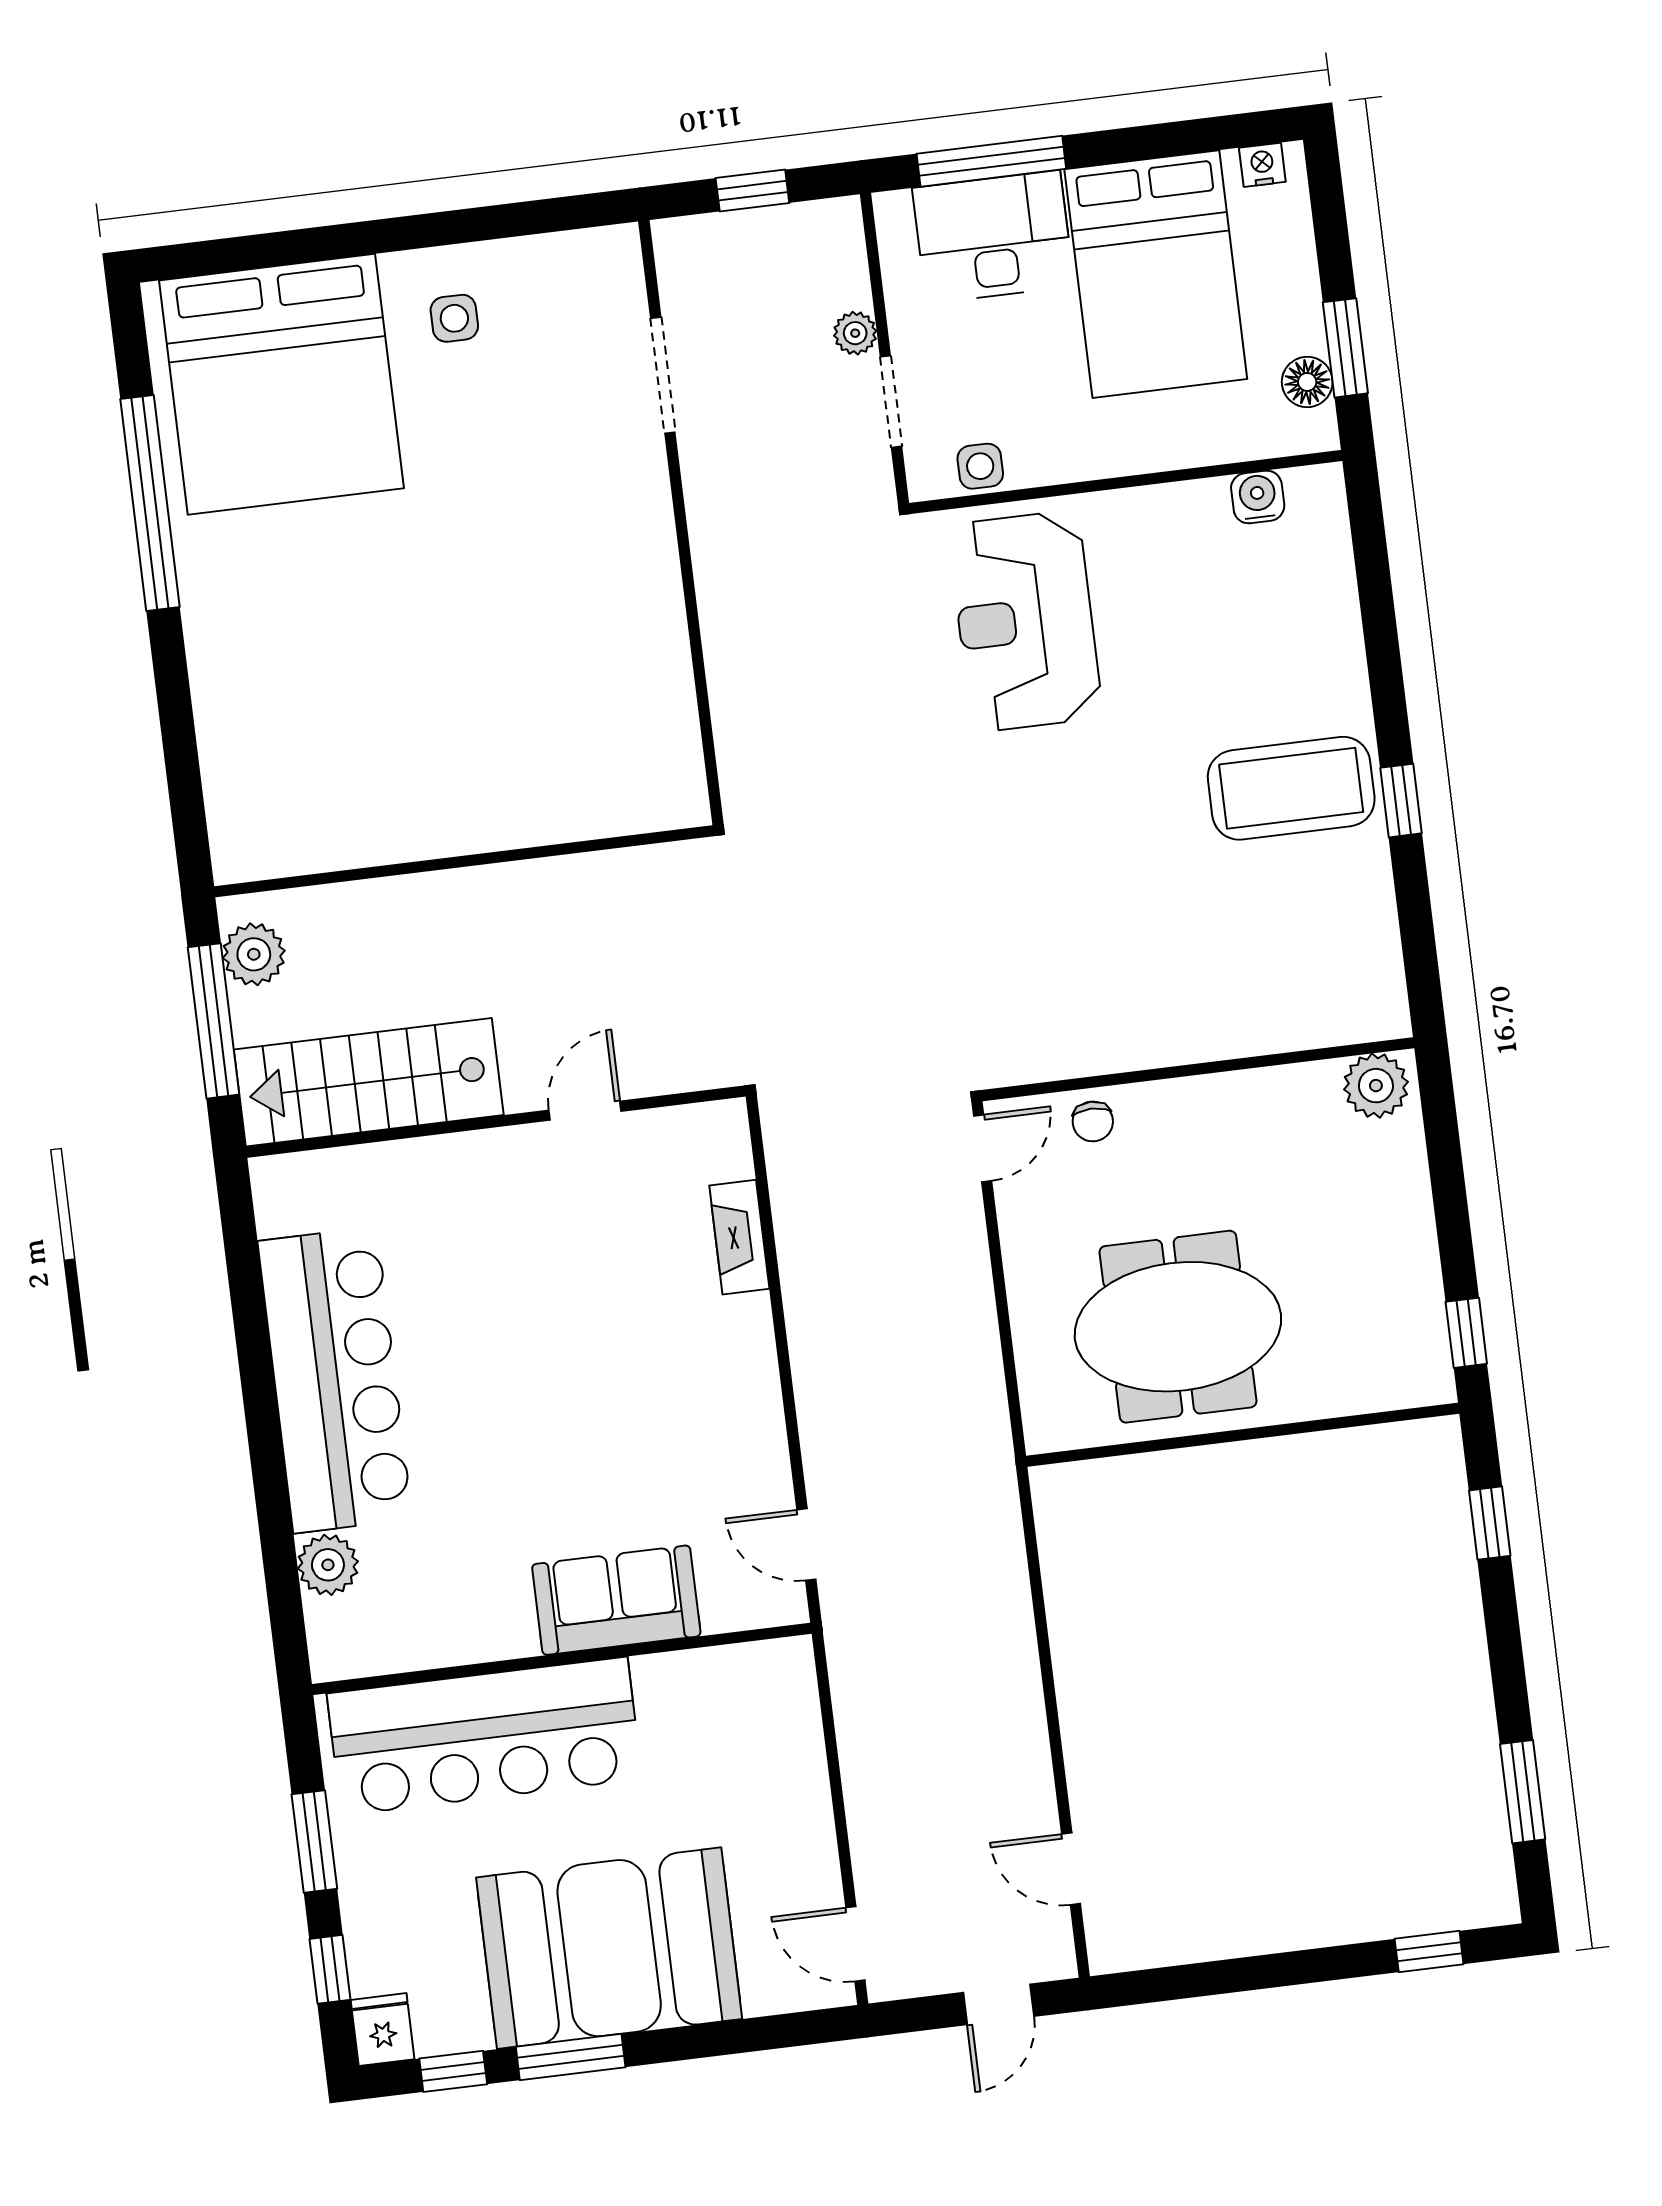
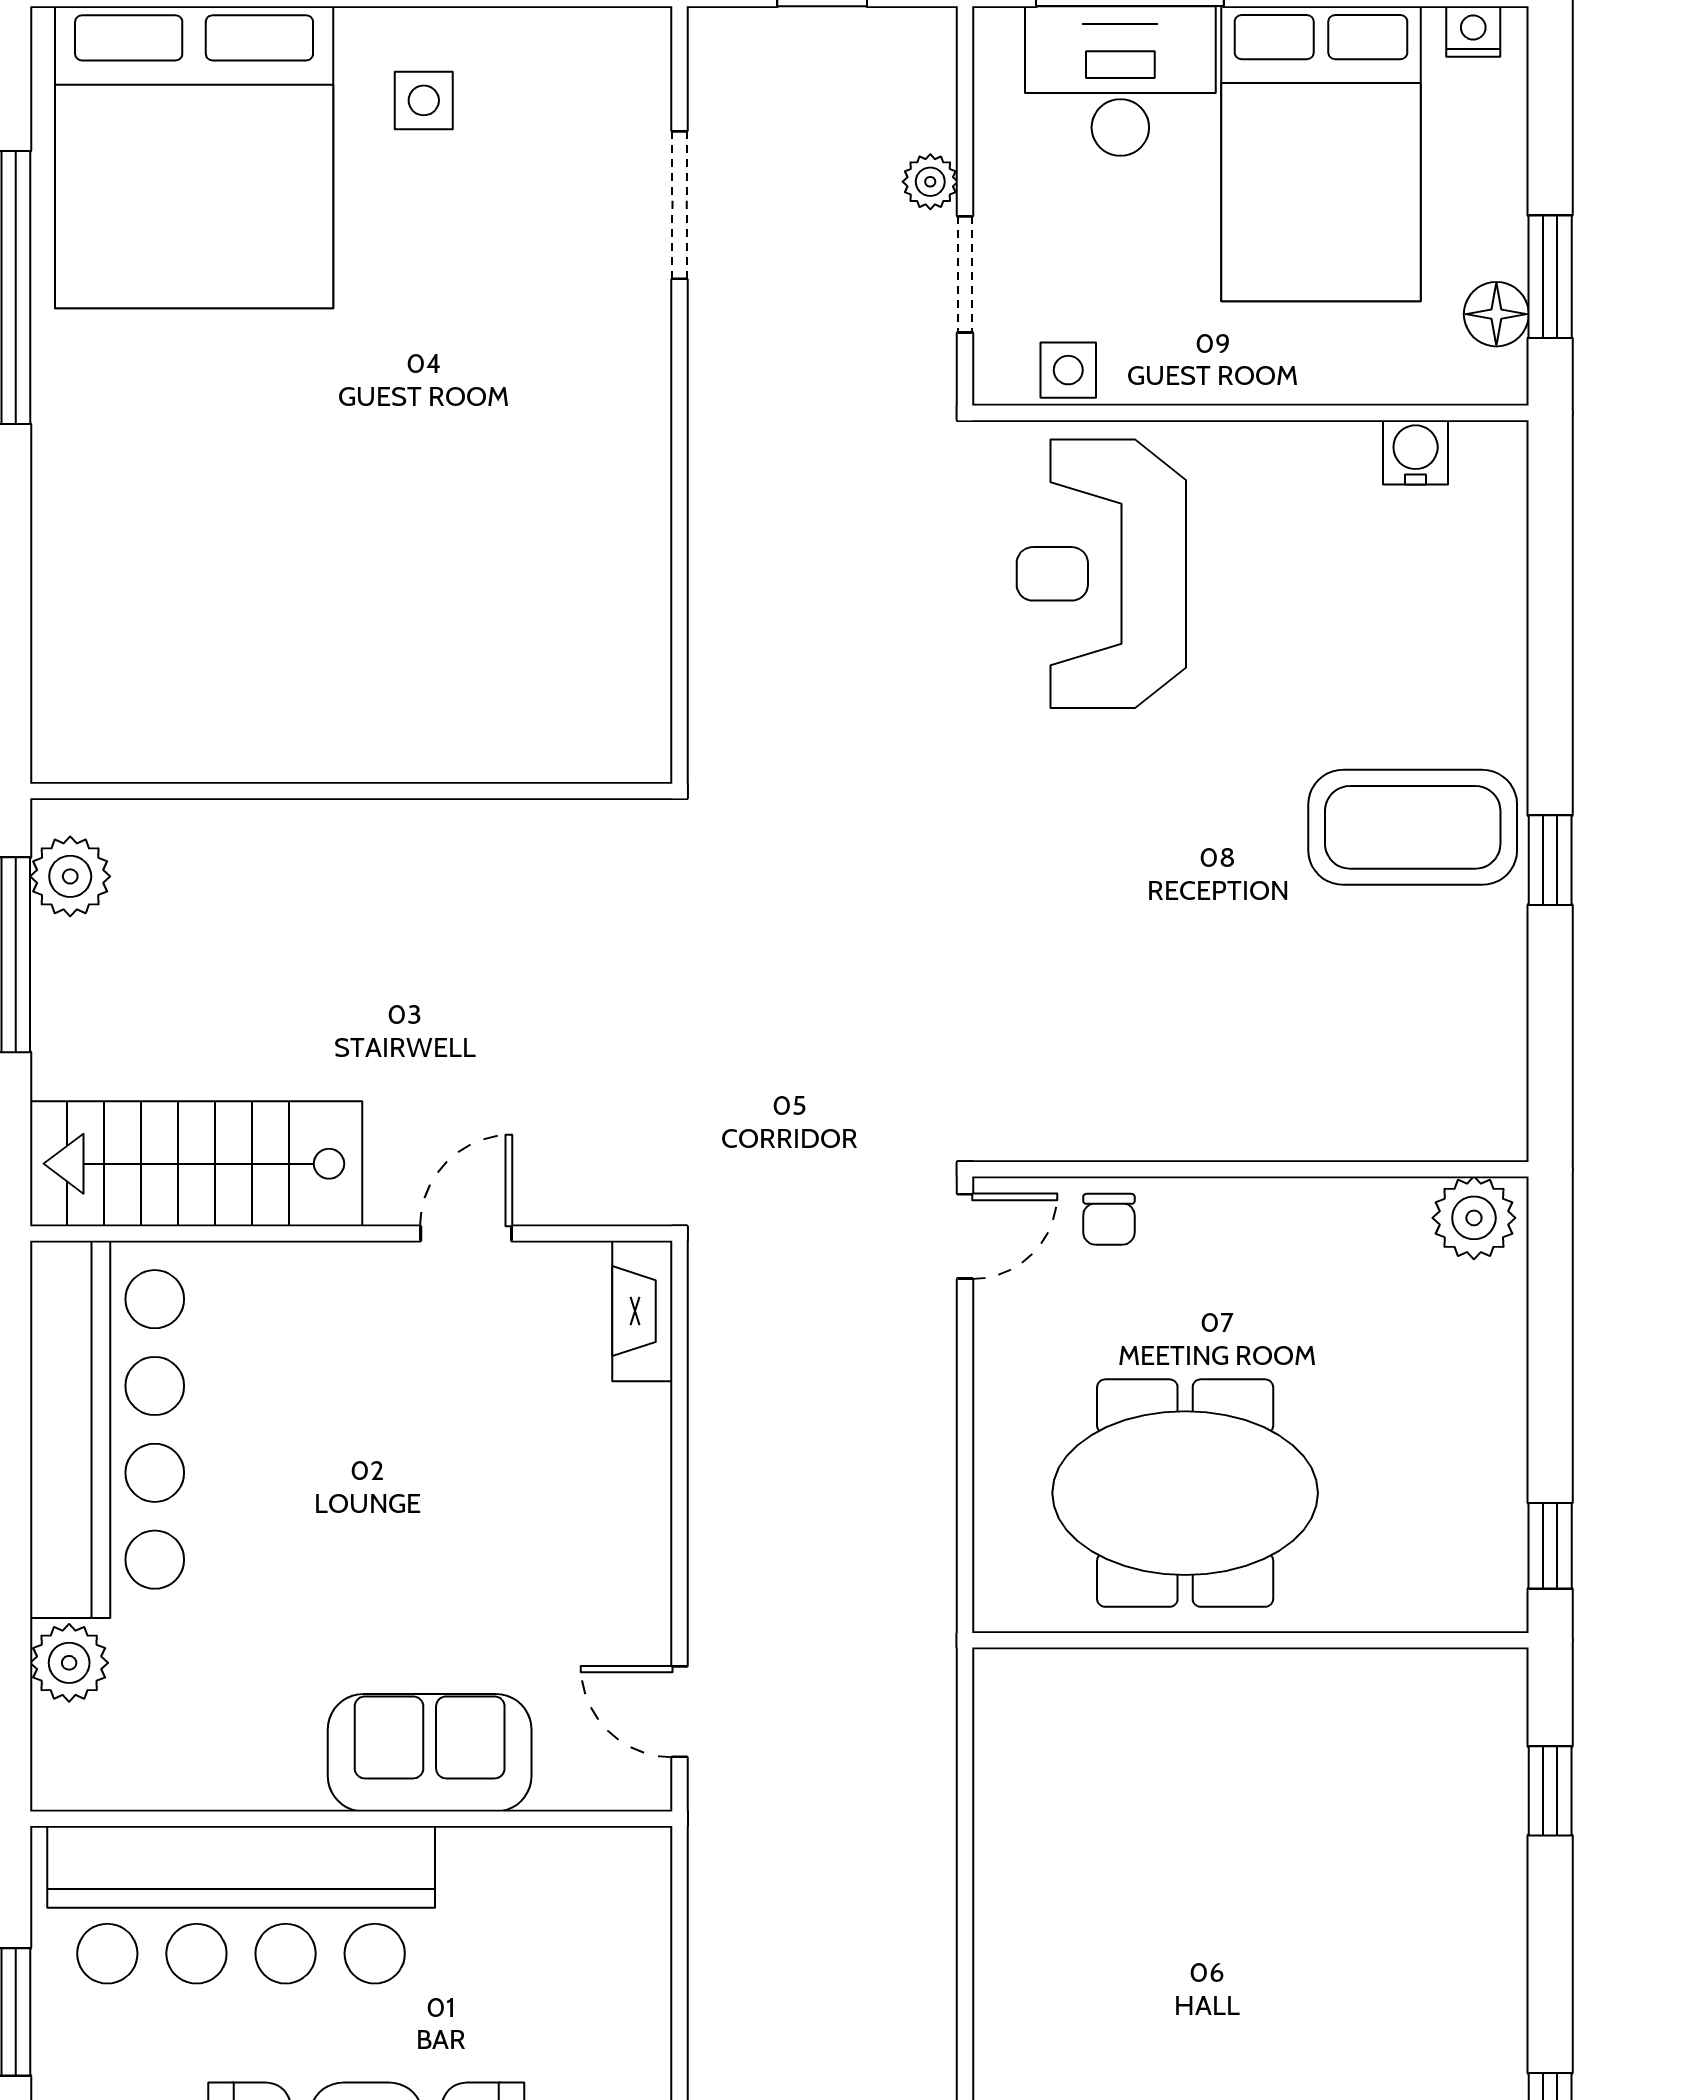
stairs: (369, 1082) -> (196, 1164), moved
door: (585, 1111) -> (466, 1234), moved
wall: (496, 1122) -> (351, 1234), moved

